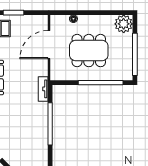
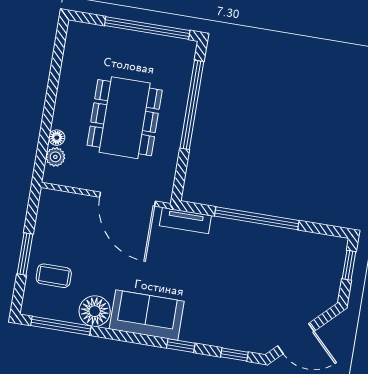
plant: (124, 24) -> (55, 157), moved, width x0.53, depth x0.53
door: (49, 45) -> (127, 199), moved

